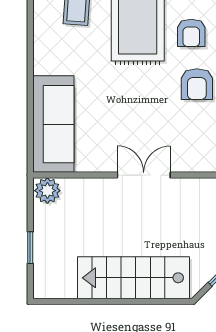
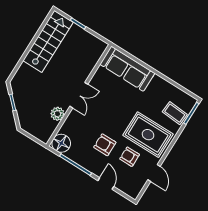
plant: (47, 191) -> (57, 114), moved
stairs: (133, 278) -> (48, 41), moved

